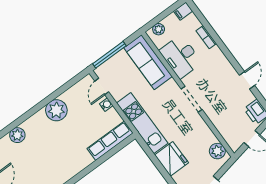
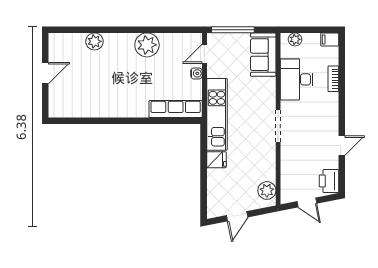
sofa: (148, 62) -> (263, 55), width x0.73
fridge: (171, 159) -> (216, 160), width x0.53, depth x0.75

